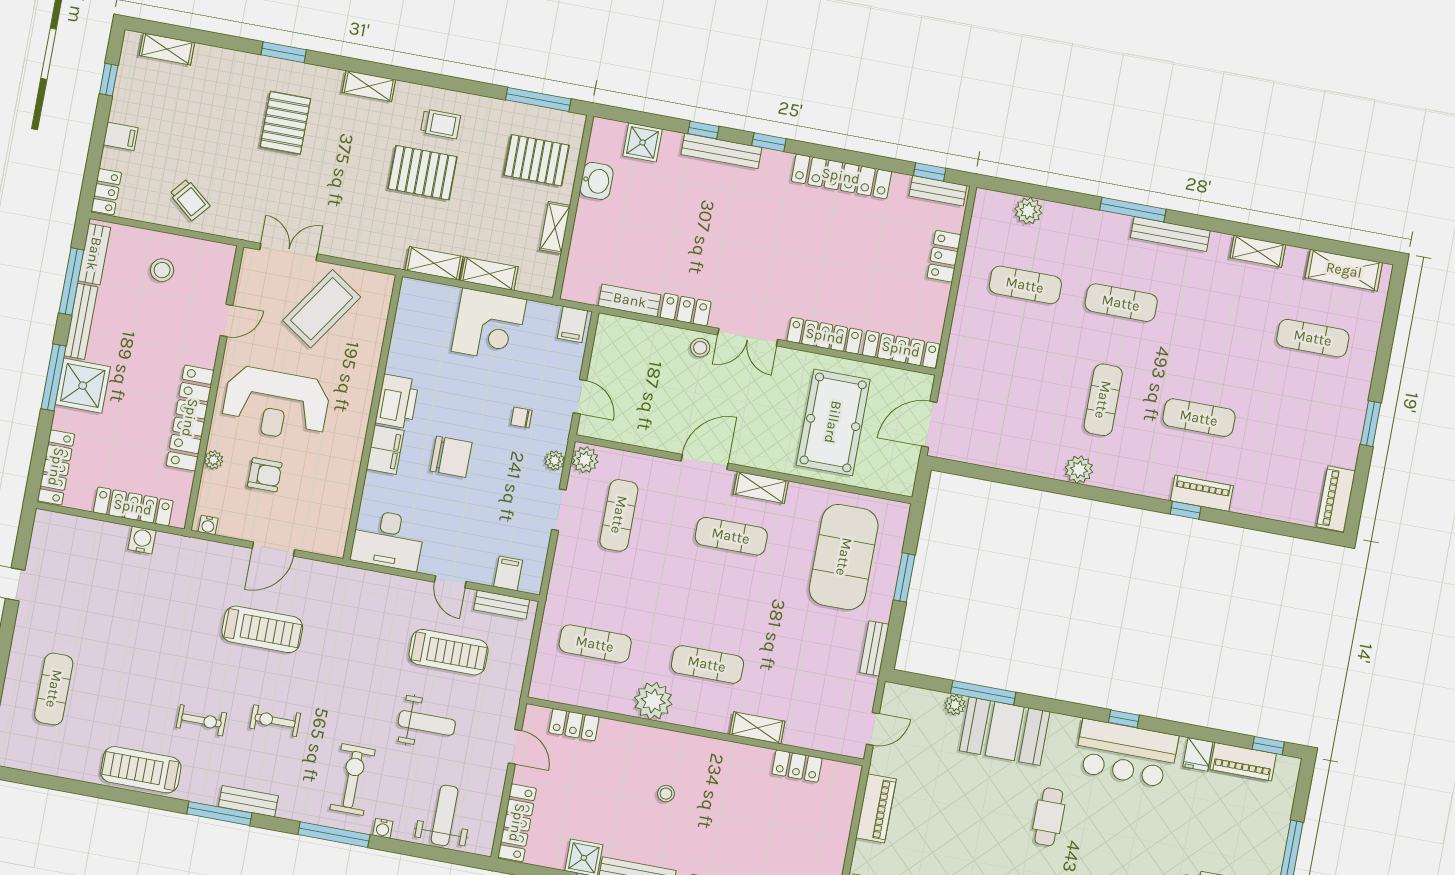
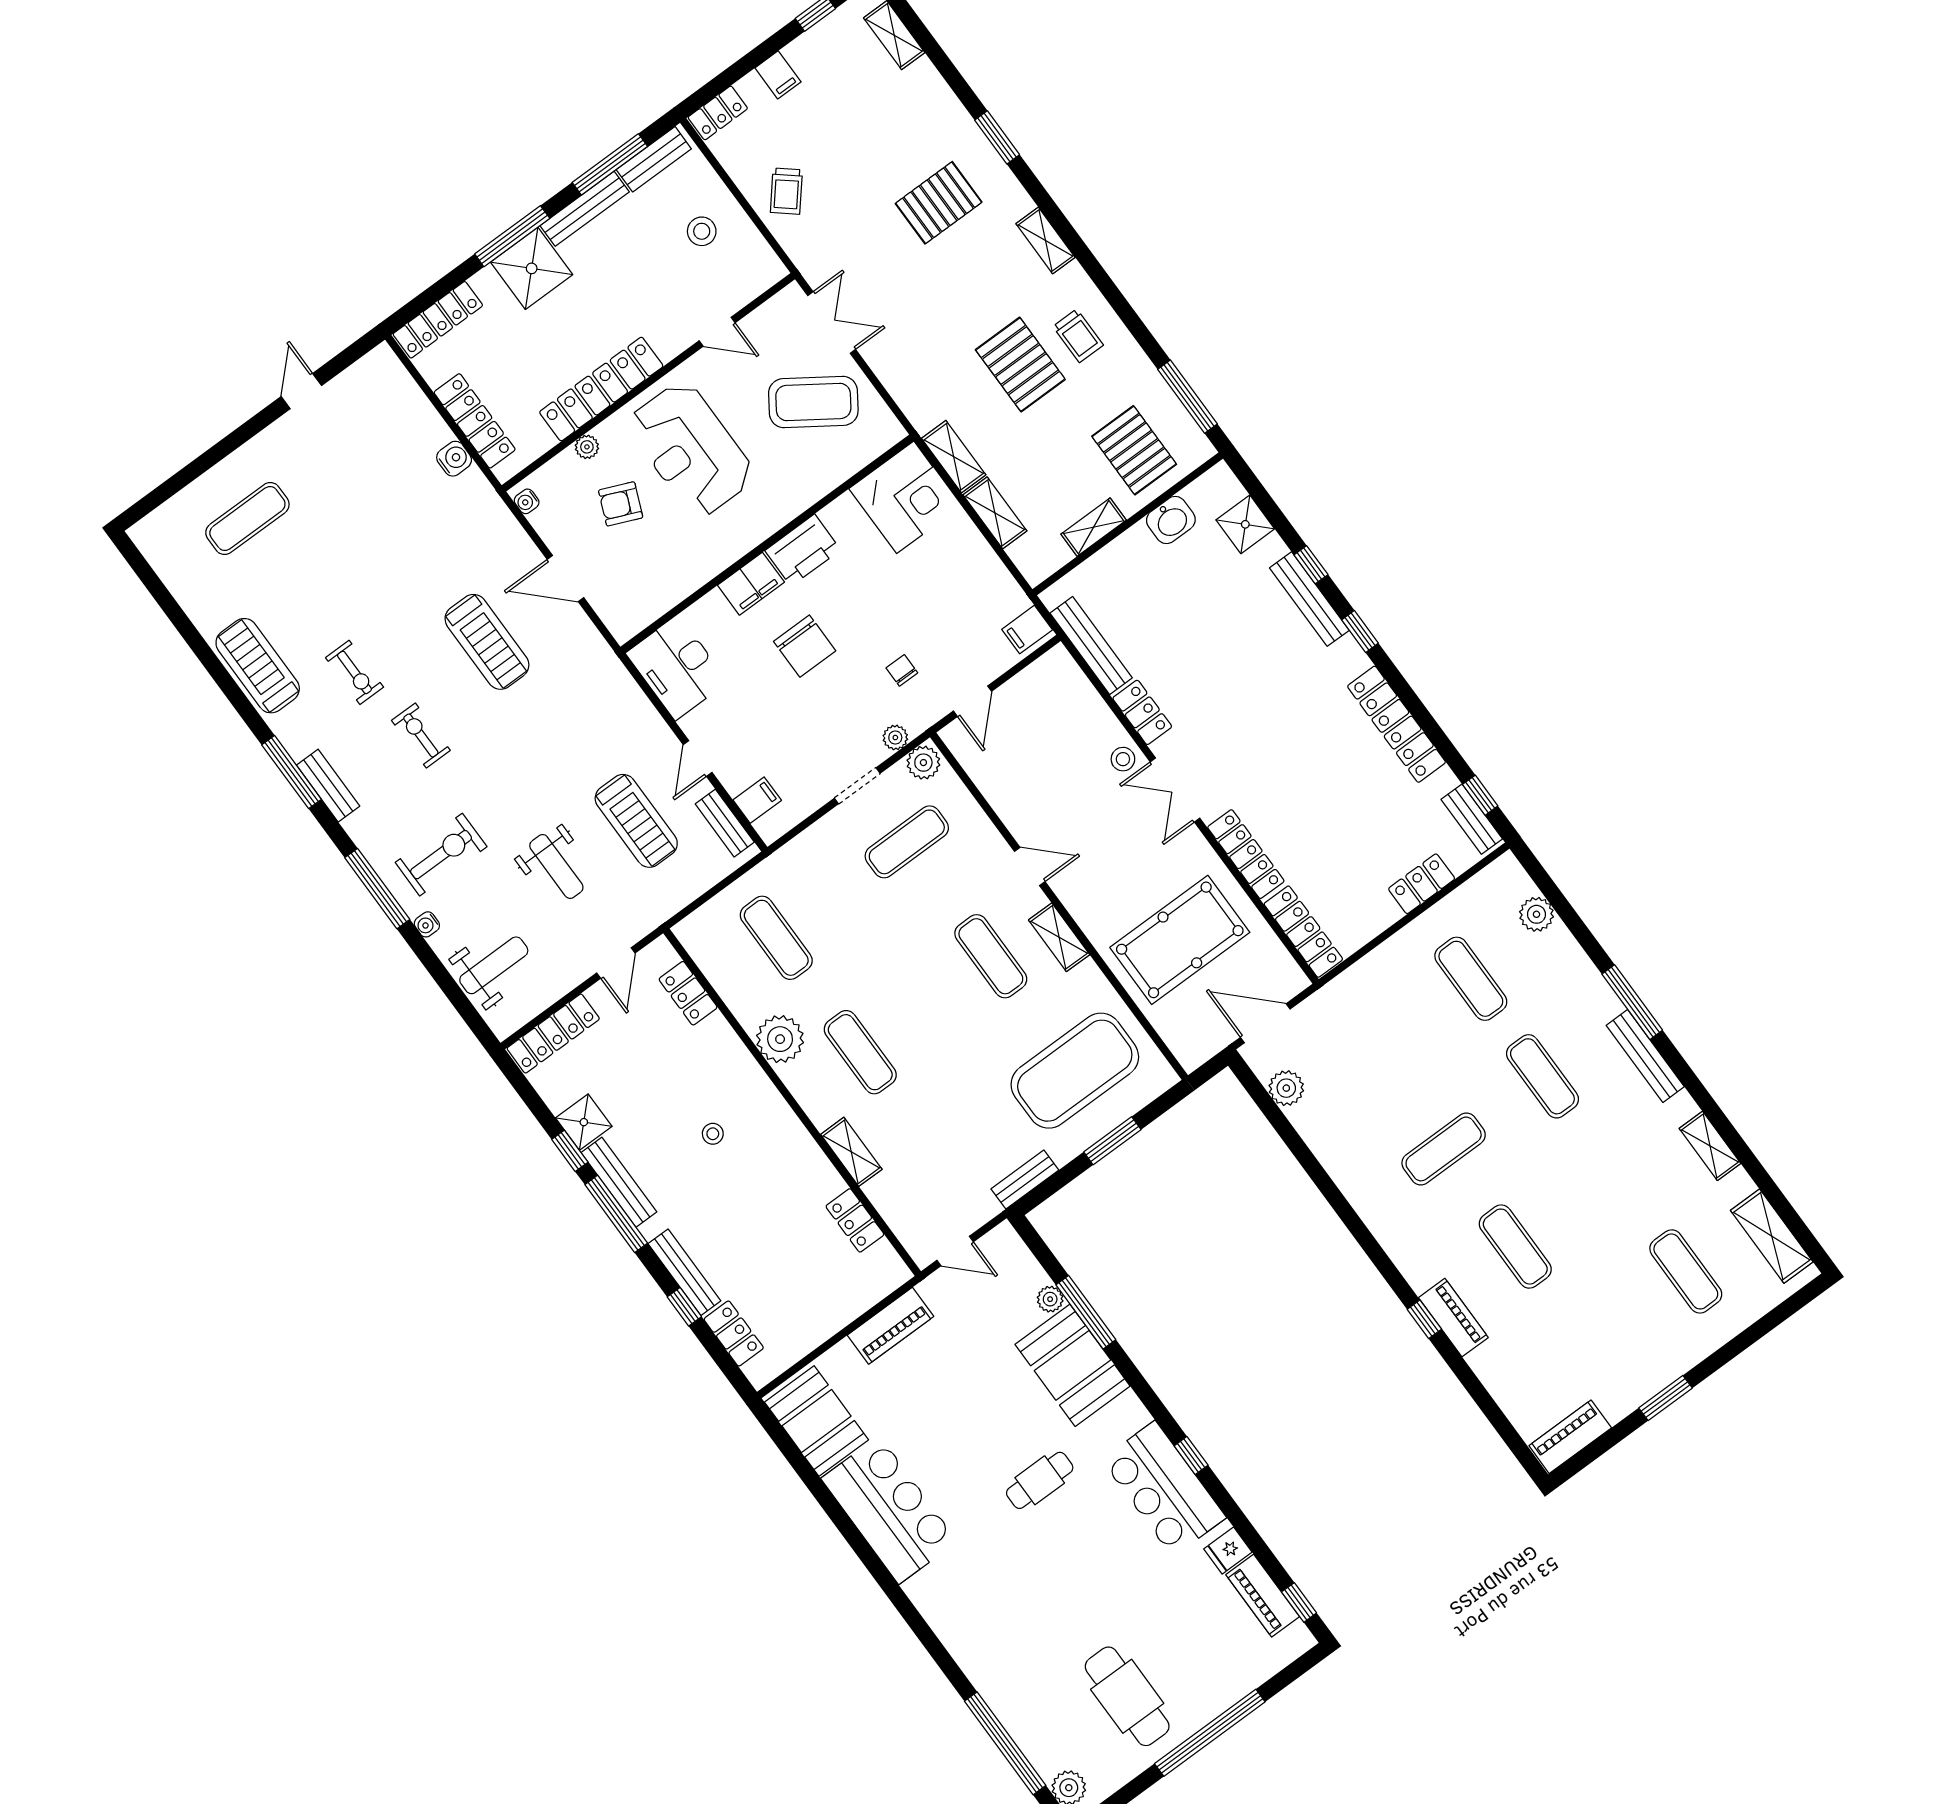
bench: (630, 300) -> (1091, 645), width x1.36
corner desk: (489, 325) -> (905, 497), moved, turned -90
door: (705, 462) -> (1030, 866), width x0.73
plant: (1079, 470) -> (1286, 1088), moved
armchair: (265, 475) -> (621, 504), turned 113

